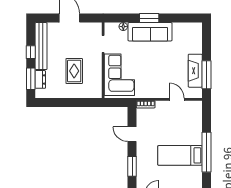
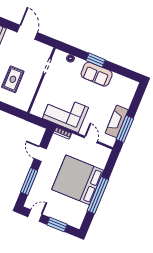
sofa: (150, 32) -> (97, 74), width x0.73
corner sofa: (119, 75) -> (65, 113), moved, turned -90
bed: (180, 155) -> (78, 180), width x2.04
window: (132, 166) -> (29, 181), width x1.44

